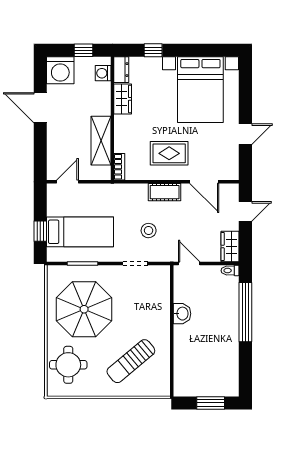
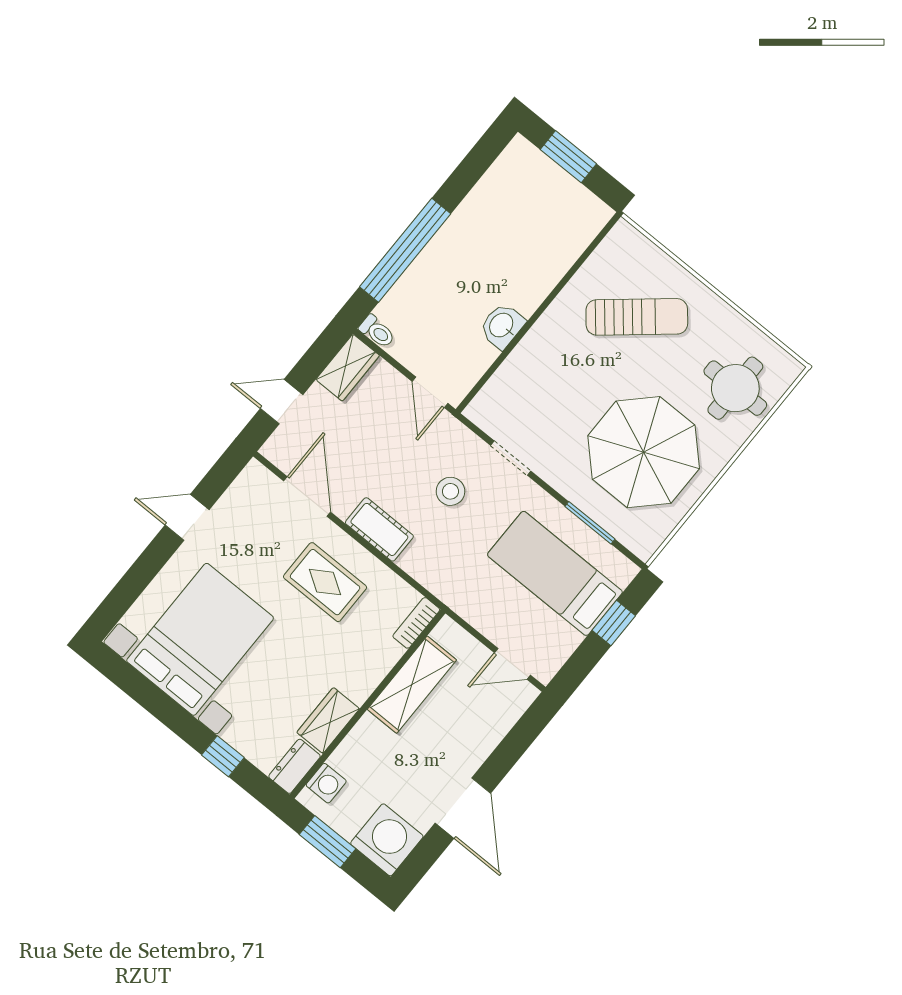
window: (83, 50) -> (328, 842), width x1.50

